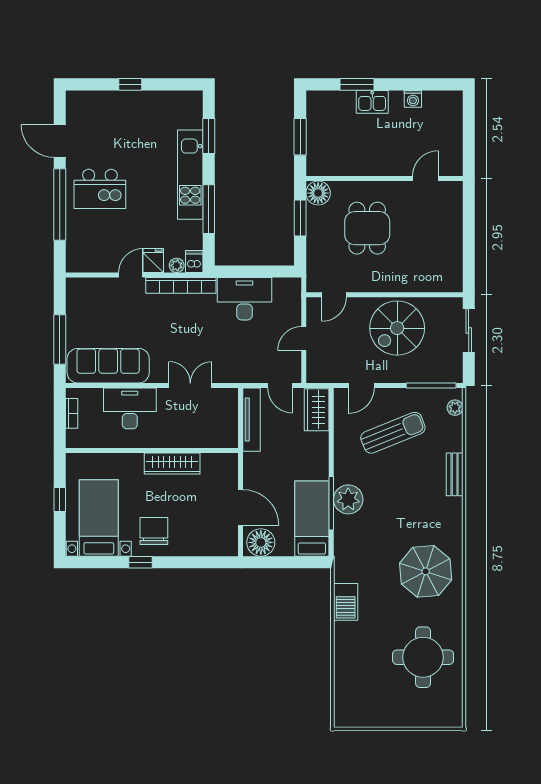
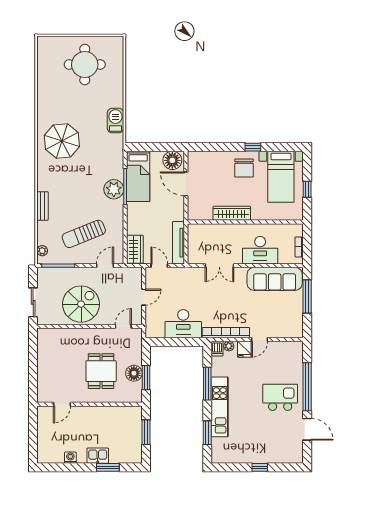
floor lamp: (318, 193) -> (134, 373), moved
round table: (423, 657) -> (85, 65), moved

